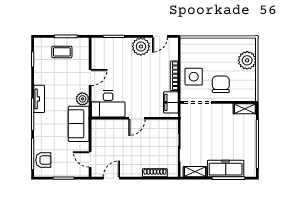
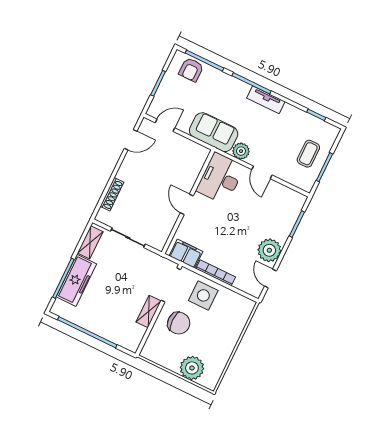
shelving: (245, 109) -> (149, 312), moved
door: (111, 178) -> (131, 140), hinge flipped

